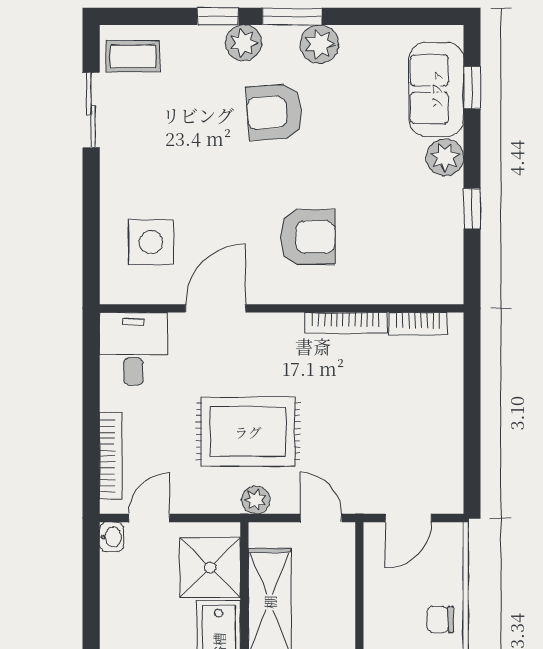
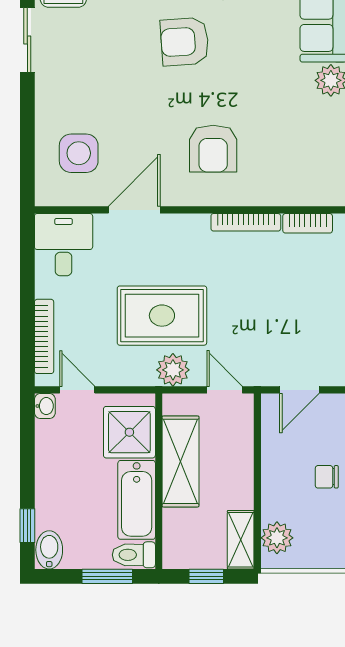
armchair: (308, 237) -> (213, 149), turned 90
plant: (256, 500) -> (173, 370), width x1.38, depth x1.38
door: (149, 518) -> (77, 390), hinge flipped

